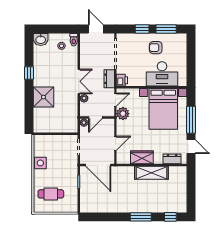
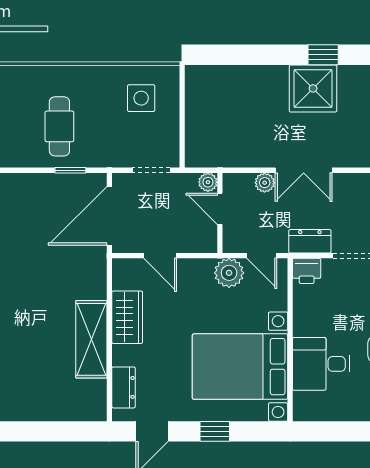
desk: (162, 74) -> (321, 364), width x0.73
shower: (44, 97) -> (313, 88), moved
window: (191, 120) -> (215, 431), width x0.46
side table: (40, 163) -> (141, 98), moved
cafe table: (51, 194) -> (59, 126), moved

